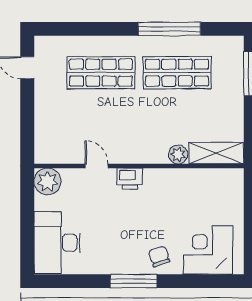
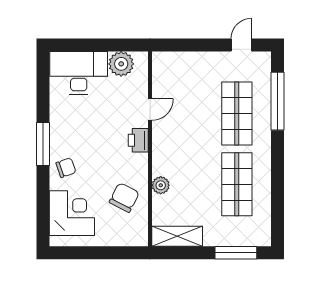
window: (169, 29) -> (278, 101), moved
shelving: (216, 153) -> (177, 236), moved, turned 90
plant: (48, 181) -> (121, 64), moved
chair: (191, 194) -> (124, 198), added

